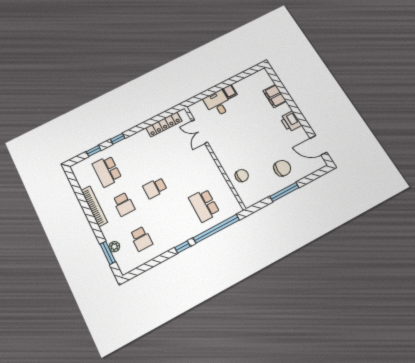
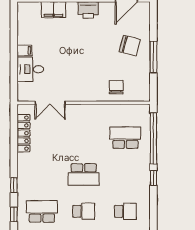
chair: (282, 168) -> (130, 46), turned 105
school desk: (107, 171) -> (42, 211), turned 180
school desk: (155, 188) -> (84, 174), width x1.85
school desk: (204, 205) -> (125, 138), turned 180

